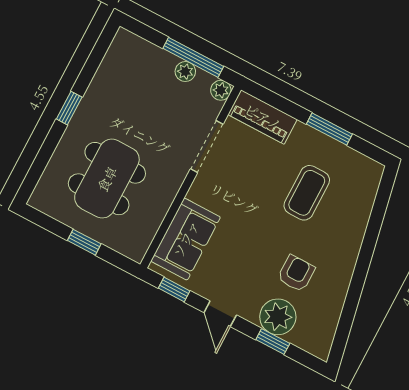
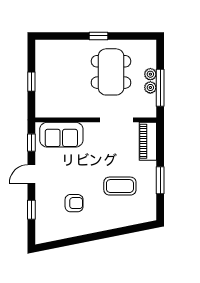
plant: (221, 90) -> (150, 74), moved
dining table: (107, 179) -> (111, 72), moved, turned 90
plant: (278, 317) -> (46, 205), removed

